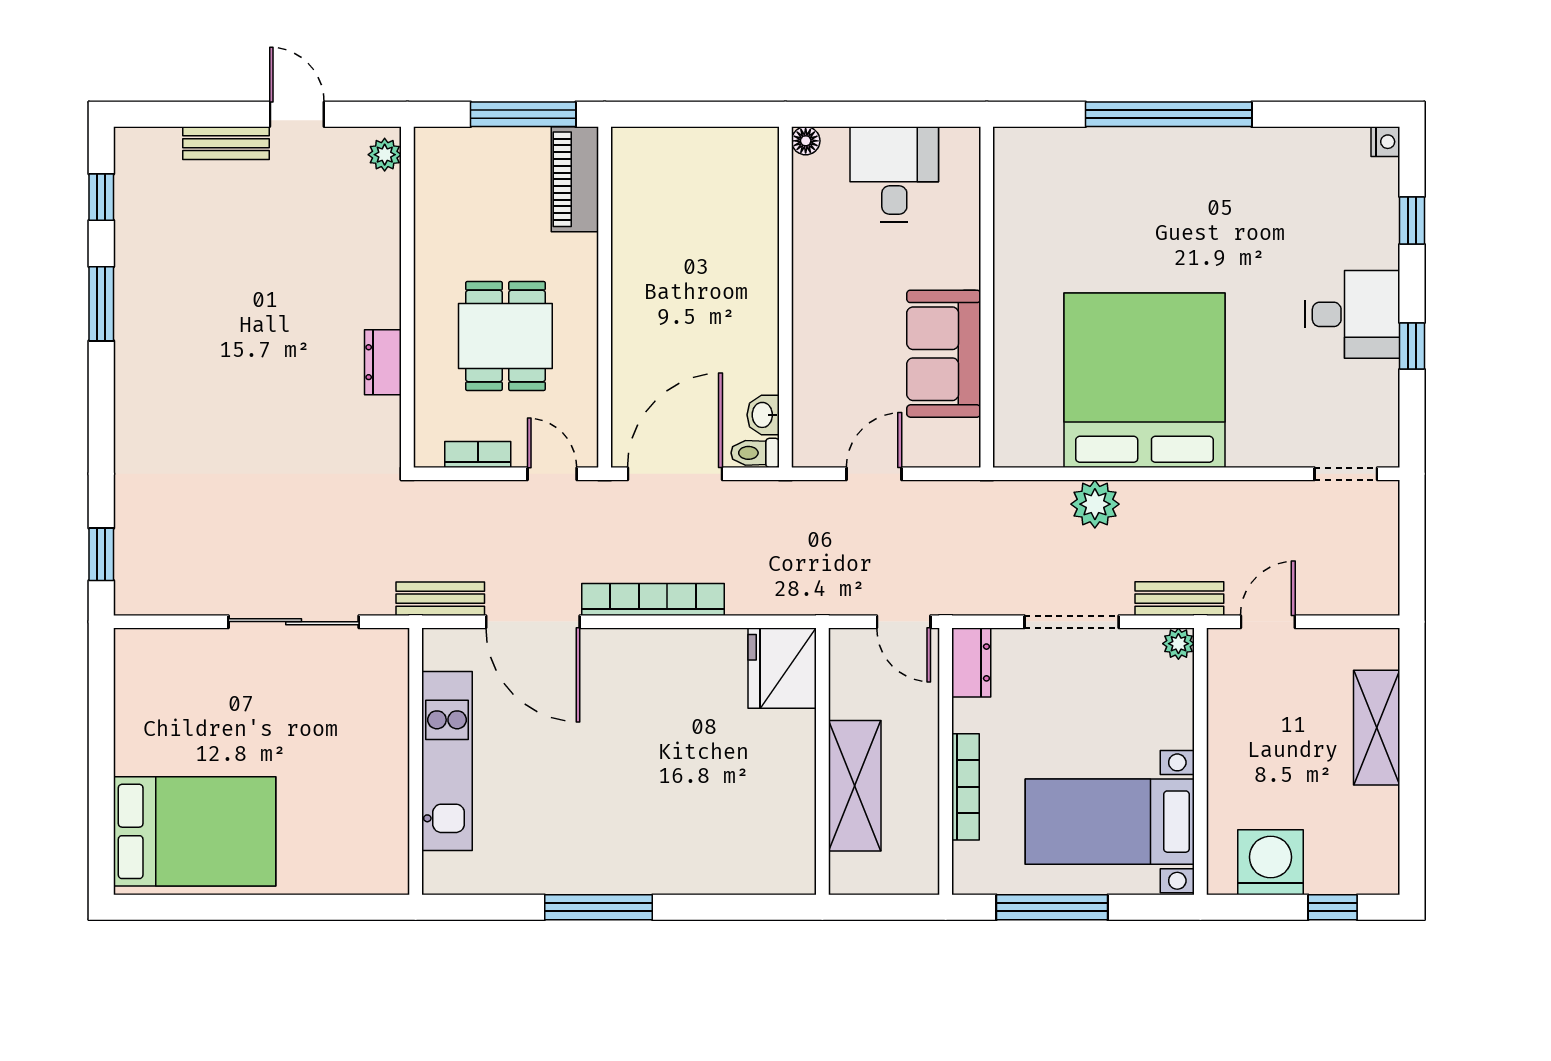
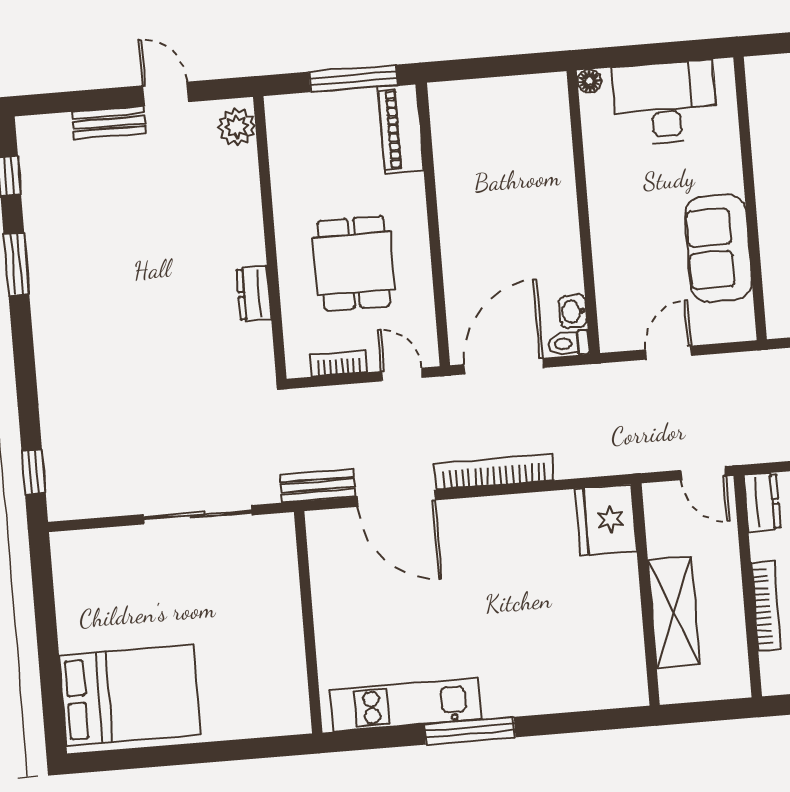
plant: (385, 155) -> (237, 127), width x1.38, depth x1.38
desk: (894, 174) -> (665, 103), width x1.37
kitchen unit: (447, 761) -> (406, 705), moved, turned -90

